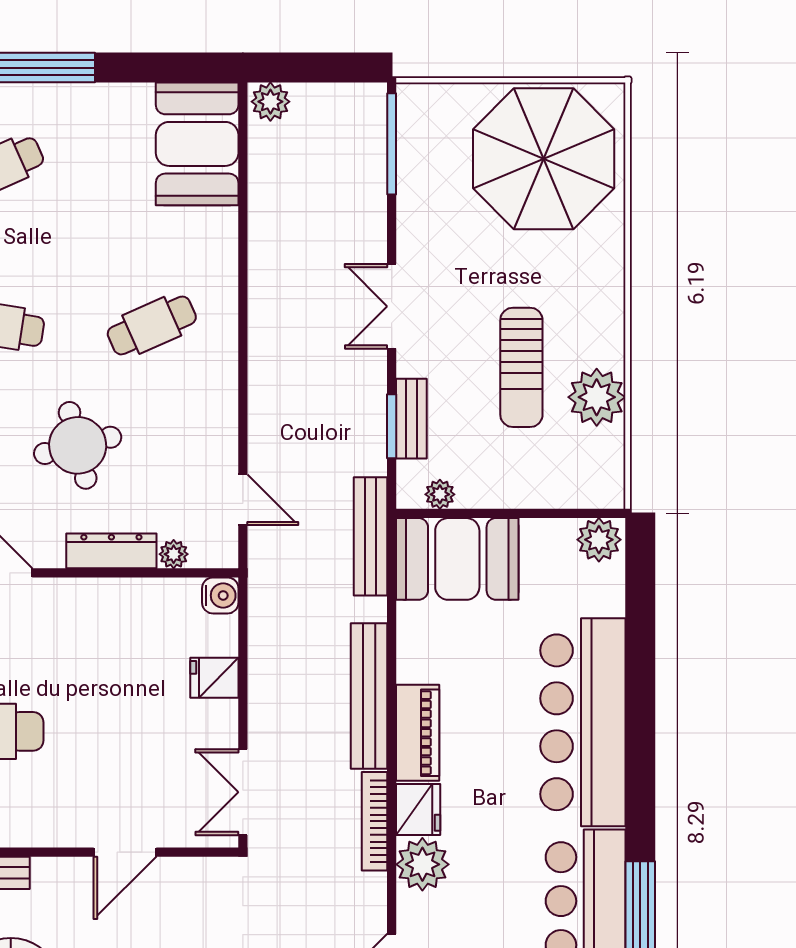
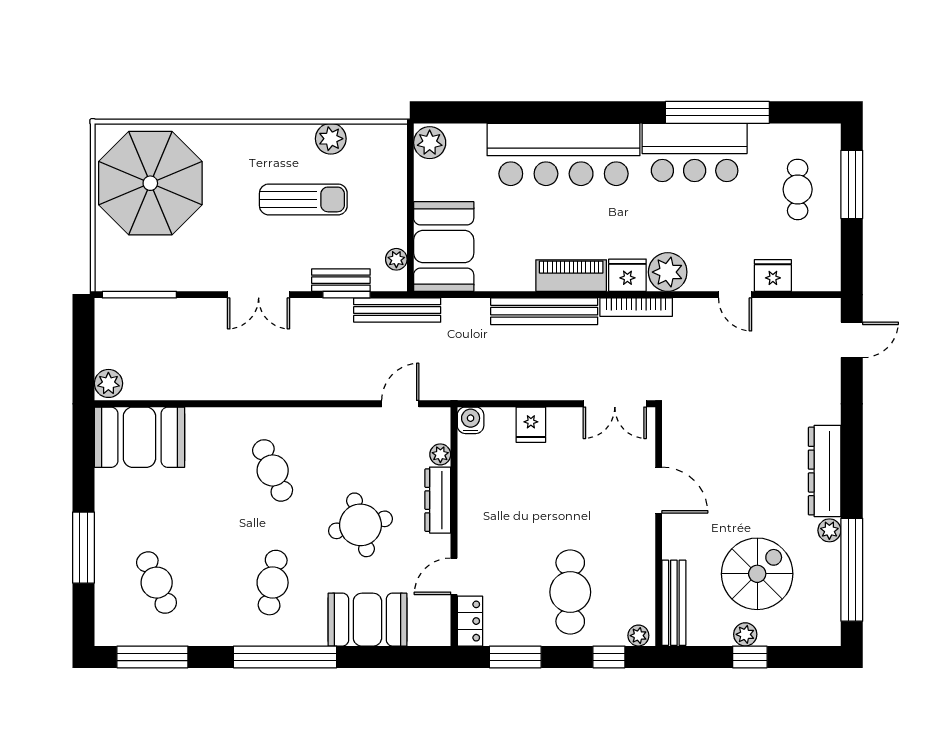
plant: (597, 397) -> (331, 139), width x0.73, depth x0.73
bench: (371, 536) -> (397, 310), moved

